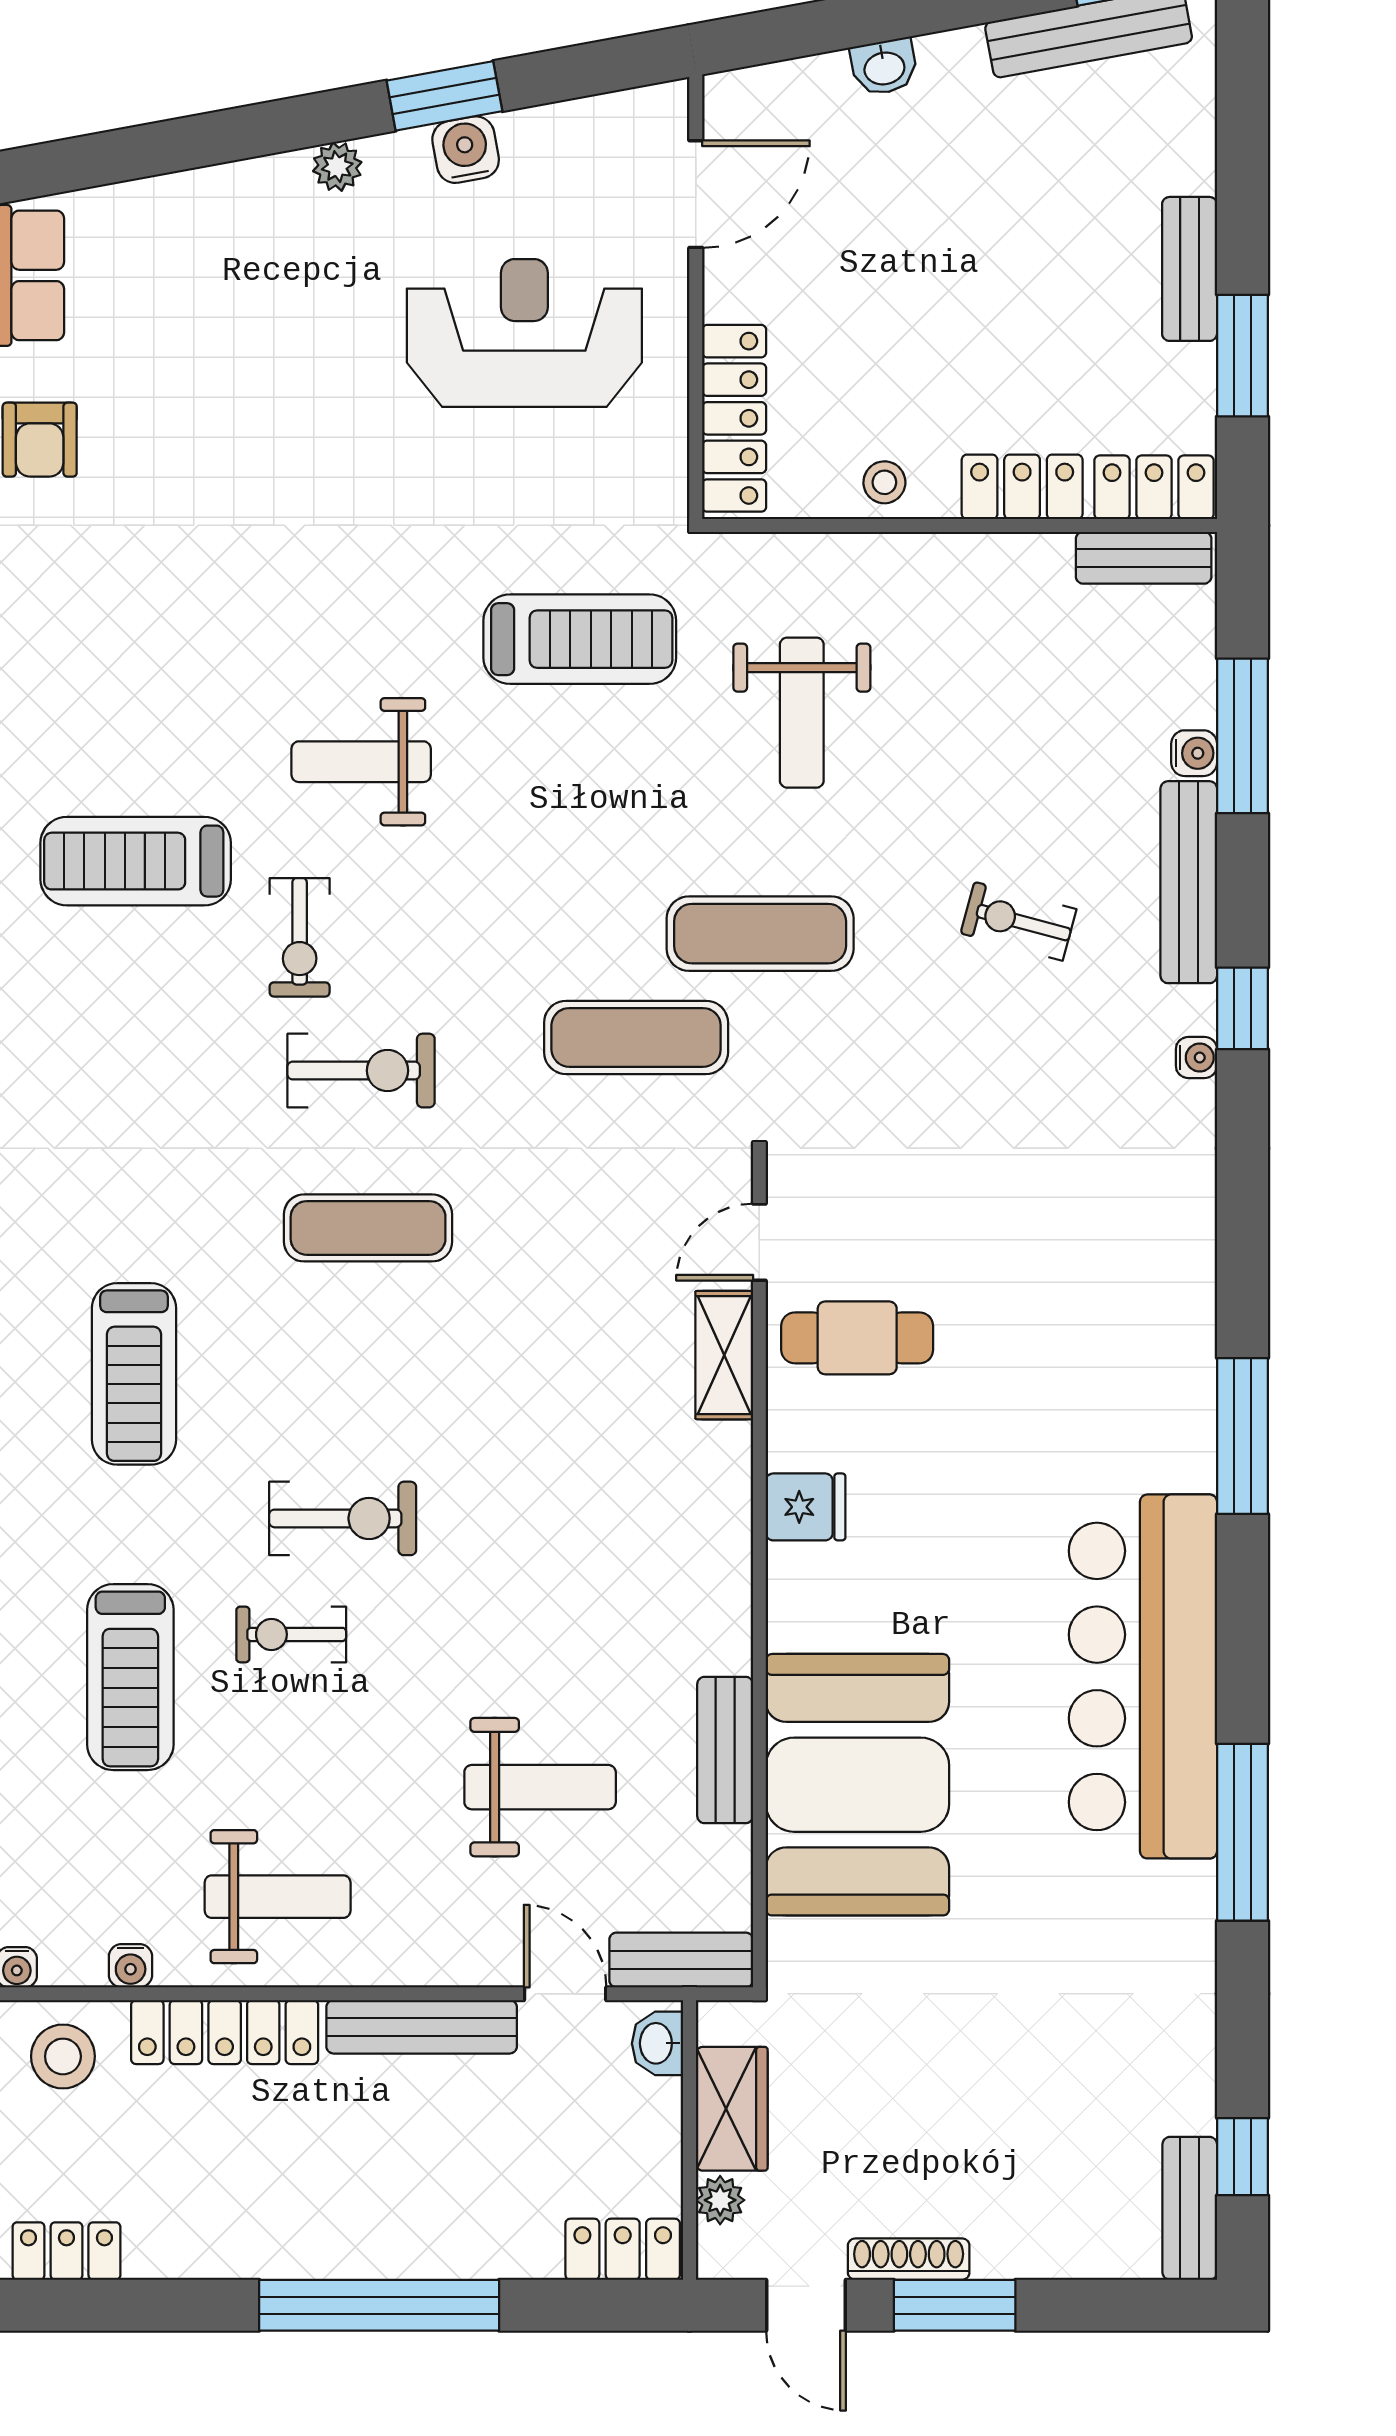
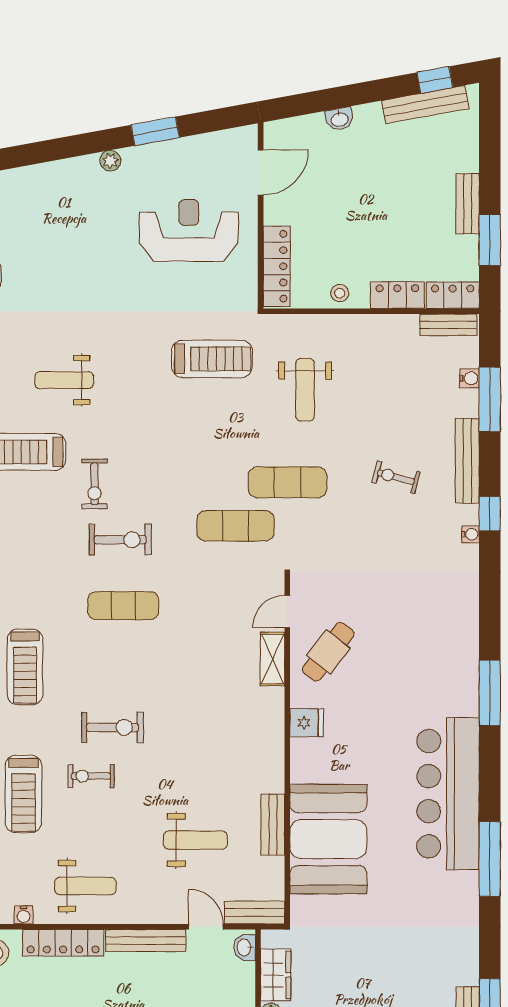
water cooler: (466, 150) -> (164, 154), removed
water cooler: (1194, 753) -> (469, 378), moved
weight bench: (361, 762) -> (64, 380), moved
cafe table: (857, 1338) -> (328, 652), turned -52

